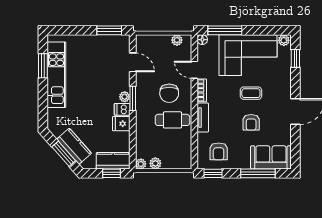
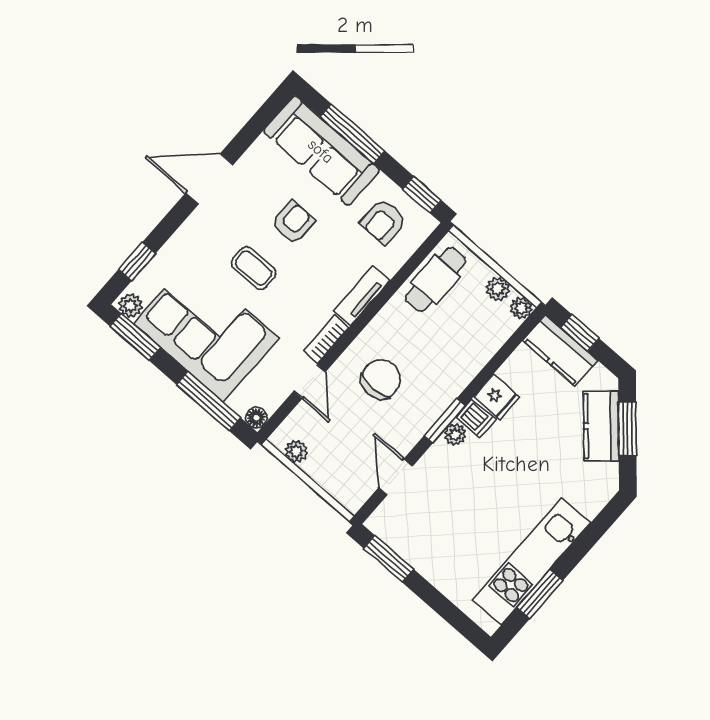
window: (272, 30) -> (135, 337), added
cafe table: (172, 120) -> (436, 279), moved, turned 90
armchair: (219, 151) -> (383, 222), turned 180
sofa: (271, 157) -> (321, 151), width x1.36

